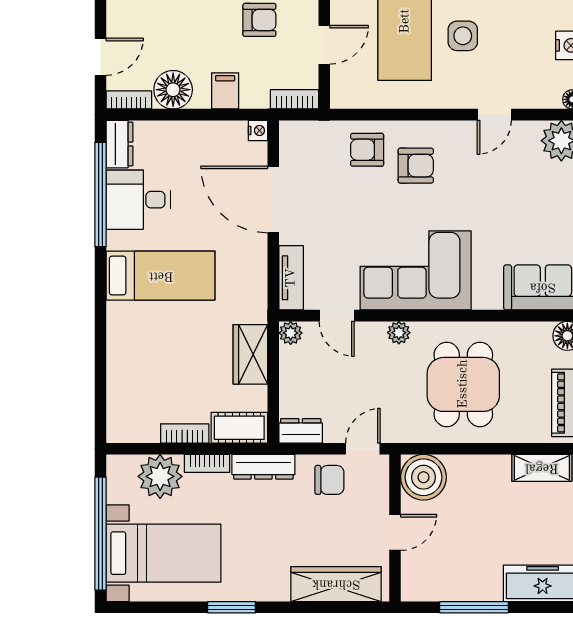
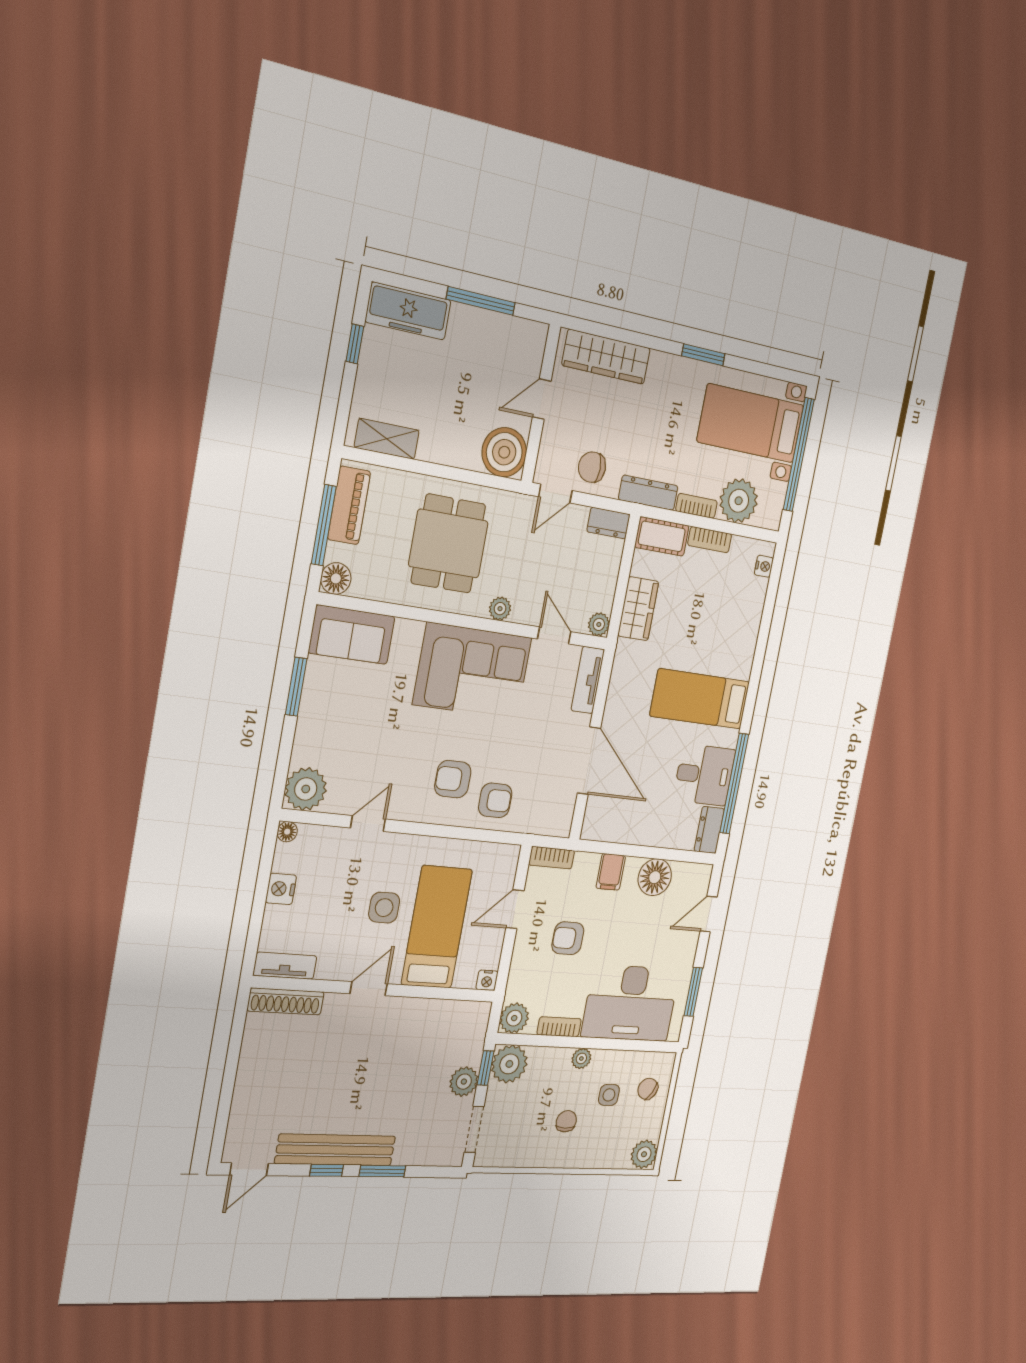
bookcase: (129, 100) -> (693, 871), removed
nightstand: (258, 131) -> (764, 566), moved, turned 180

